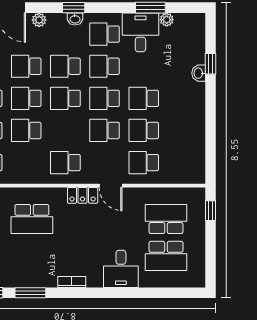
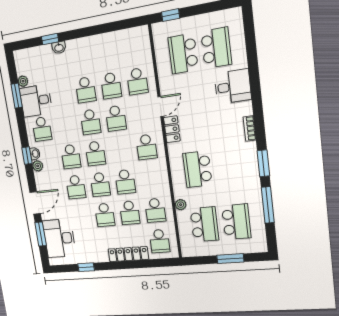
plant: (39, 20) -> (38, 166), moved
school desk: (105, 66) -> (66, 126), removed
school desk: (32, 219) -> (197, 169), turned 180

